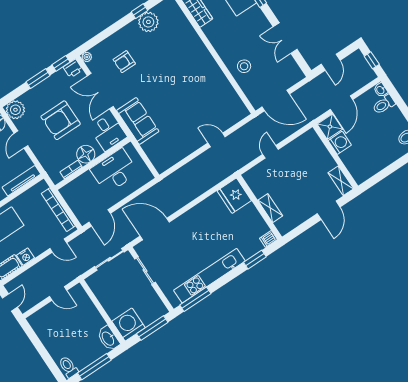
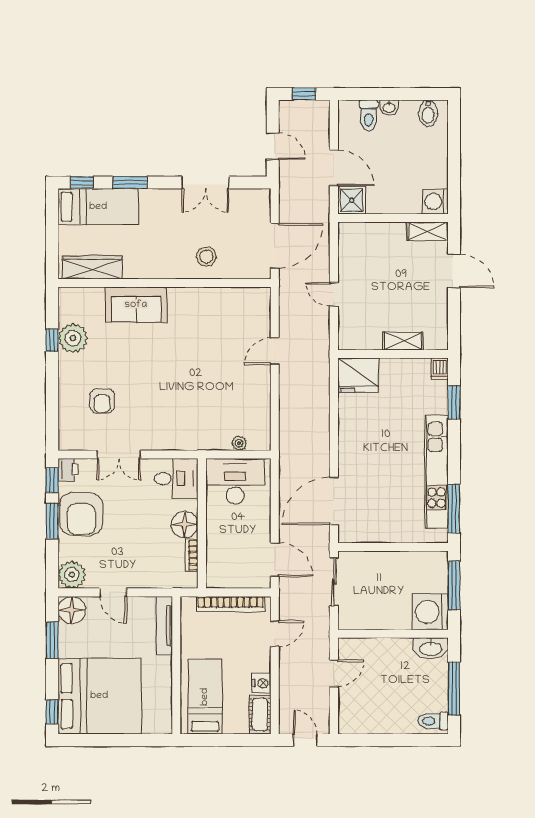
plant: (87, 57) -> (239, 443), moved
washbasin: (381, 90) -> (389, 107), moved
double door: (100, 91) -> (119, 454), width x0.73
armchair: (61, 120) -> (81, 514), moved
sofa: (138, 121) -> (136, 305), moved, turned 180
washing machine: (340, 143) -> (435, 201), moved, turned -90
desk: (114, 171) -> (235, 481), moved, turned 90
sliding door: (145, 271) -> (377, 547), removed

